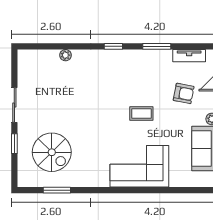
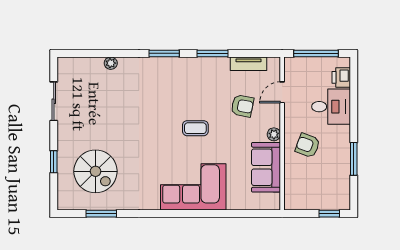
window: (113, 46) -> (164, 53), width x1.50
sliding door: (14, 105) -> (54, 101), moved

